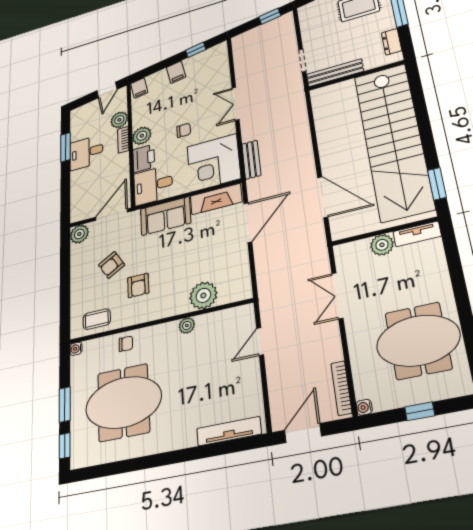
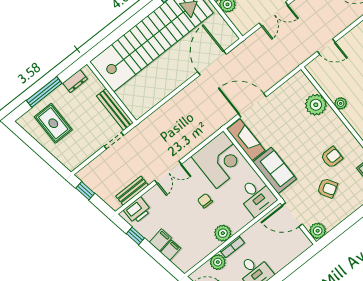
filing cabinet: (139, 88) -> (171, 250), moved
printer: (144, 158) -> (137, 210), moved, turned 180
bench: (251, 160) -> (132, 191), moved

